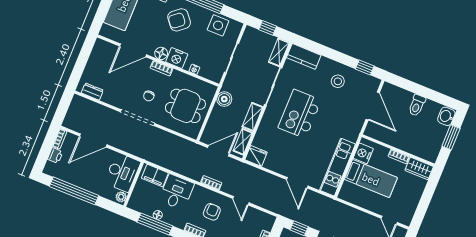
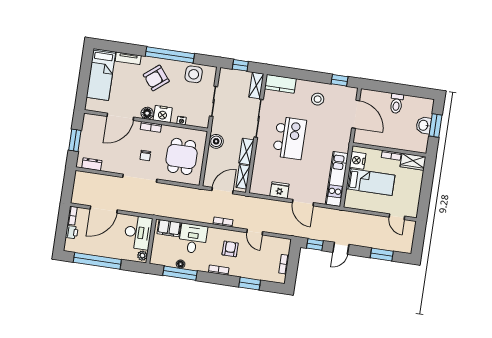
window: (81, 63) -> (75, 140), added
dining table: (185, 106) -> (182, 156), turned 90
kitchen island: (300, 114) -> (289, 138), turned 180
washbasin: (446, 116) -> (424, 125), moved
fridge: (256, 156) -> (279, 190), moved

